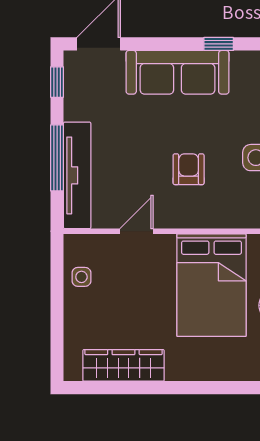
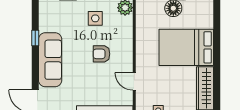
bed: (211, 285) -> (186, 47), moved, turned 180

